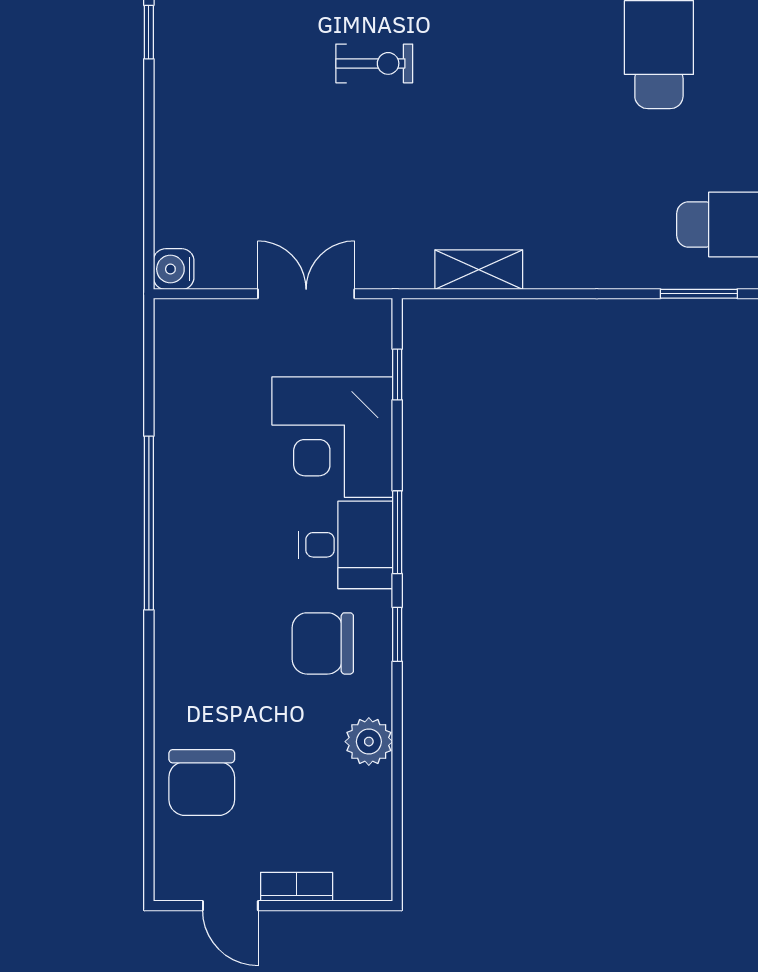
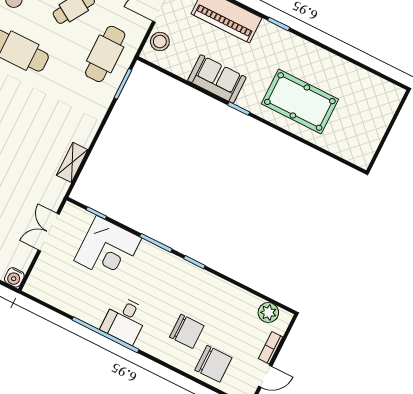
desk: (346, 545) -> (125, 320), moved, turned 180
chair: (323, 643) -> (187, 331), moved, turned -90
plant: (369, 742) -> (268, 313), moved

